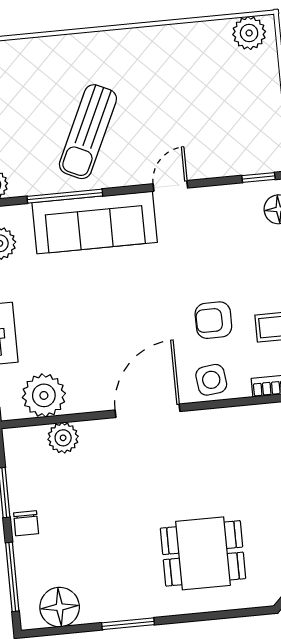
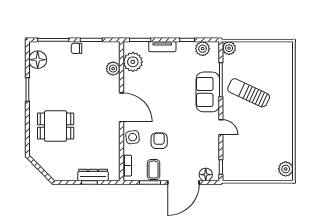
sofa: (95, 223) -> (208, 92), width x0.73
dining table: (203, 553) -> (56, 126), turned 90

